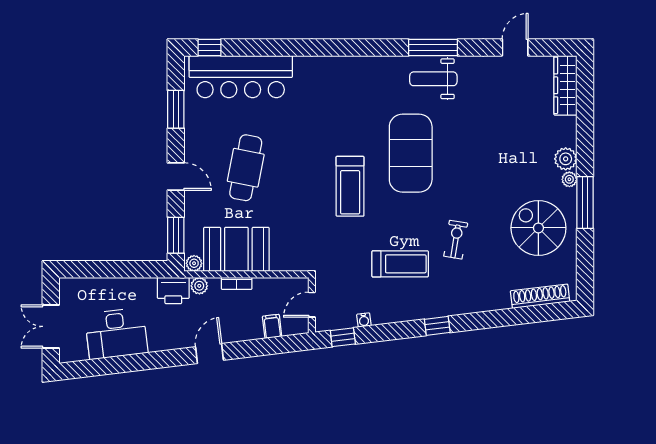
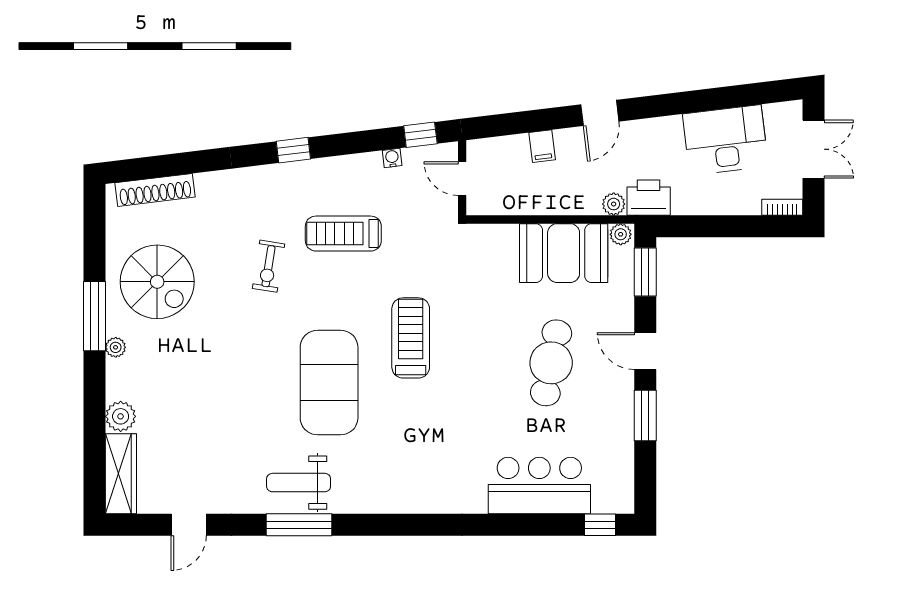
bar counter: (241, 77) -> (539, 486), width x0.73
weight bench: (433, 79) -> (299, 483), turned 180
window: (176, 109) -> (645, 415), moved
plant: (566, 159) -> (121, 416), moved
bookcase: (237, 283) -> (782, 207), moved
door: (312, 305) -> (462, 179), swing flipped
filing cabinet: (272, 326) -> (542, 146), moved

